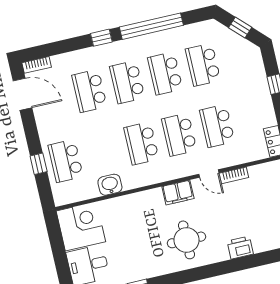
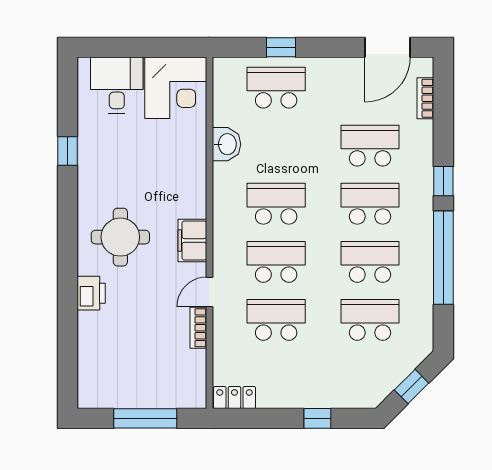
bookcase: (37, 65) -> (425, 98), moved
printer: (240, 248) -> (91, 293), moved

